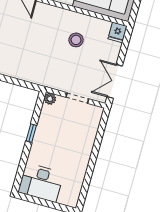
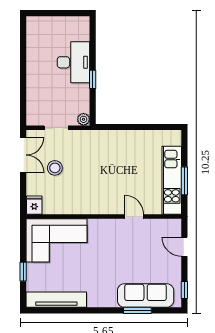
stool: (76, 40) -> (55, 168), moved
desk: (41, 183) -> (74, 62), moved, turned 90

